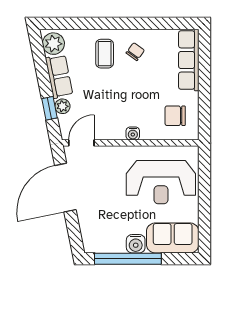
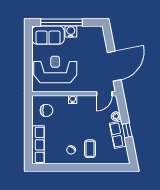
plant: (53, 44) -> (122, 155), removed
window: (49, 108) -> (127, 130), moved
window: (128, 259) -> (61, 22), moved

